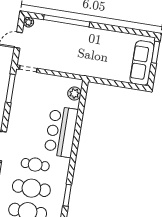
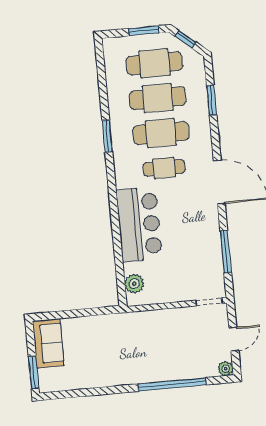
sofa: (142, 63) -> (48, 343), width x0.73
window: (10, 88) -> (226, 252), moved

